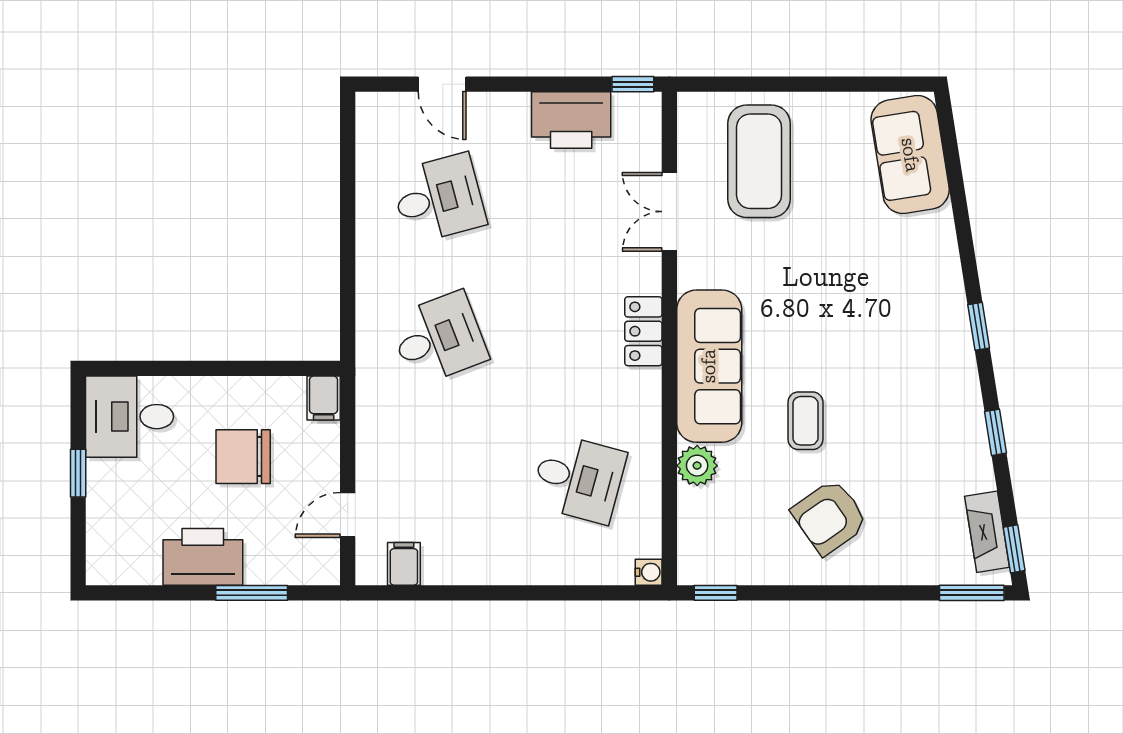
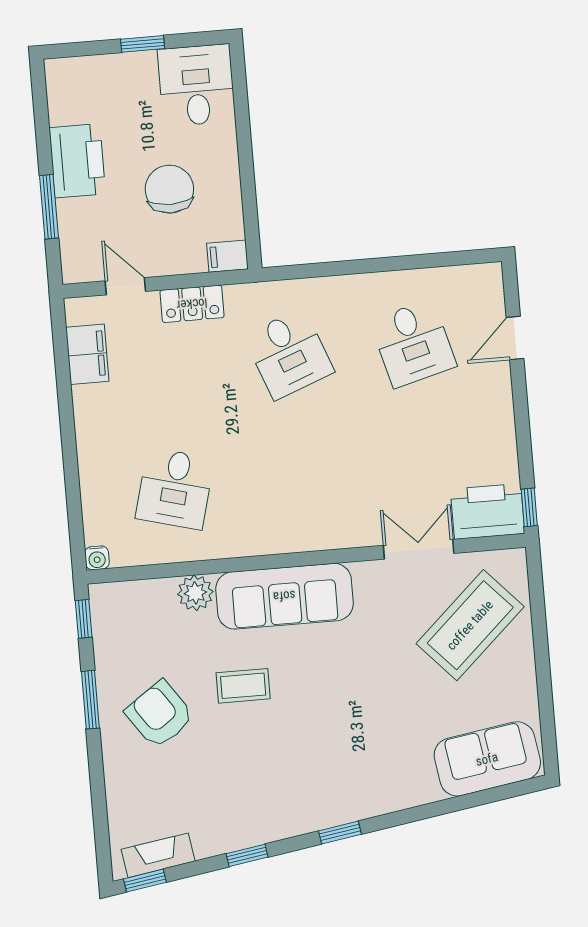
printer: (571, 120) -> (488, 511), moved, turned 90
coffee table: (759, 161) -> (470, 625), turned -43
locker: (643, 331) -> (192, 304), moved, turned 180
filing cabinet: (404, 564) -> (87, 354), width x2.00
window: (972, 593) -> (90, 700), moved

